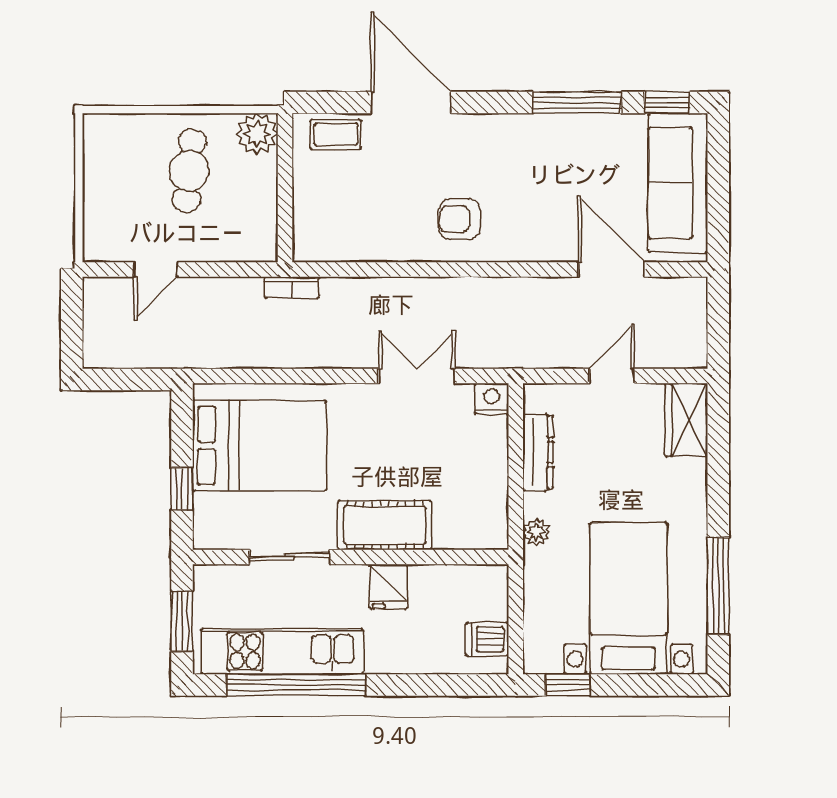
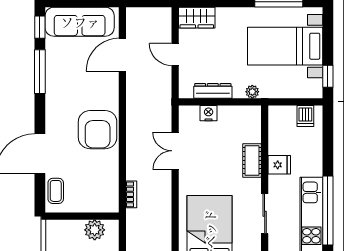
plant: (257, 134) -> (95, 230), moved
armchair: (460, 219) -> (98, 130), width x1.88, depth x1.88
bookcase: (292, 287) -> (131, 194), moved
nightstand: (492, 399) -> (209, 113), moved, turned 90
cot: (385, 525) -> (252, 160), width x0.73, depth x0.75

